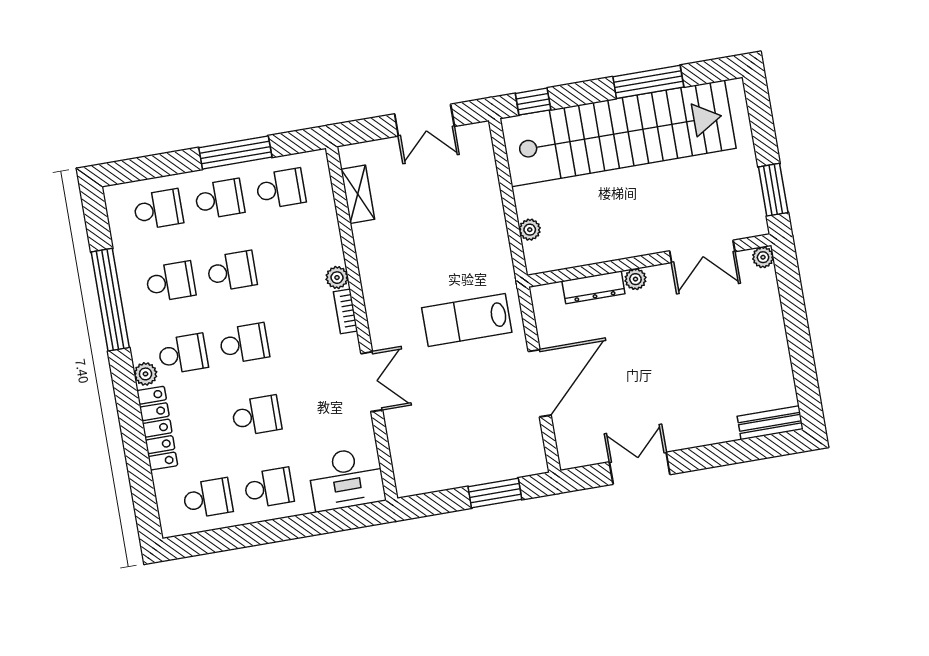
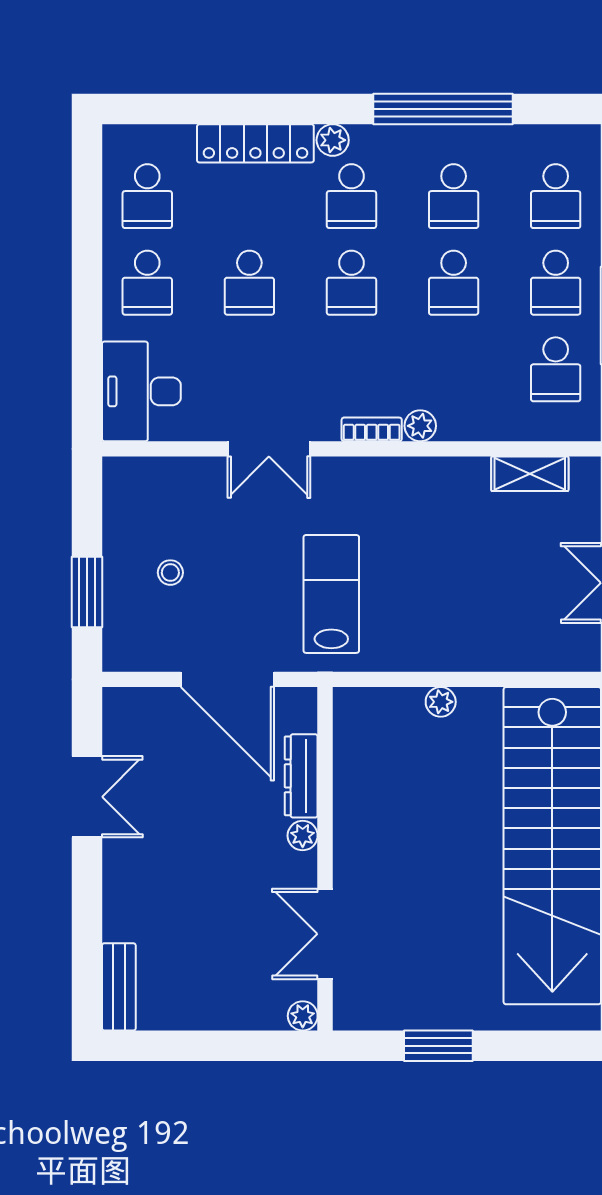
double door: (702, 251) -> (325, 934), moved
plant: (763, 257) -> (303, 1016), moved
wall: (649, 260) -> (325, 859), moved
plant: (635, 279) -> (303, 836), moved
dresser: (593, 287) -> (301, 776), moved
stool: (471, 436) -> (170, 573), added

